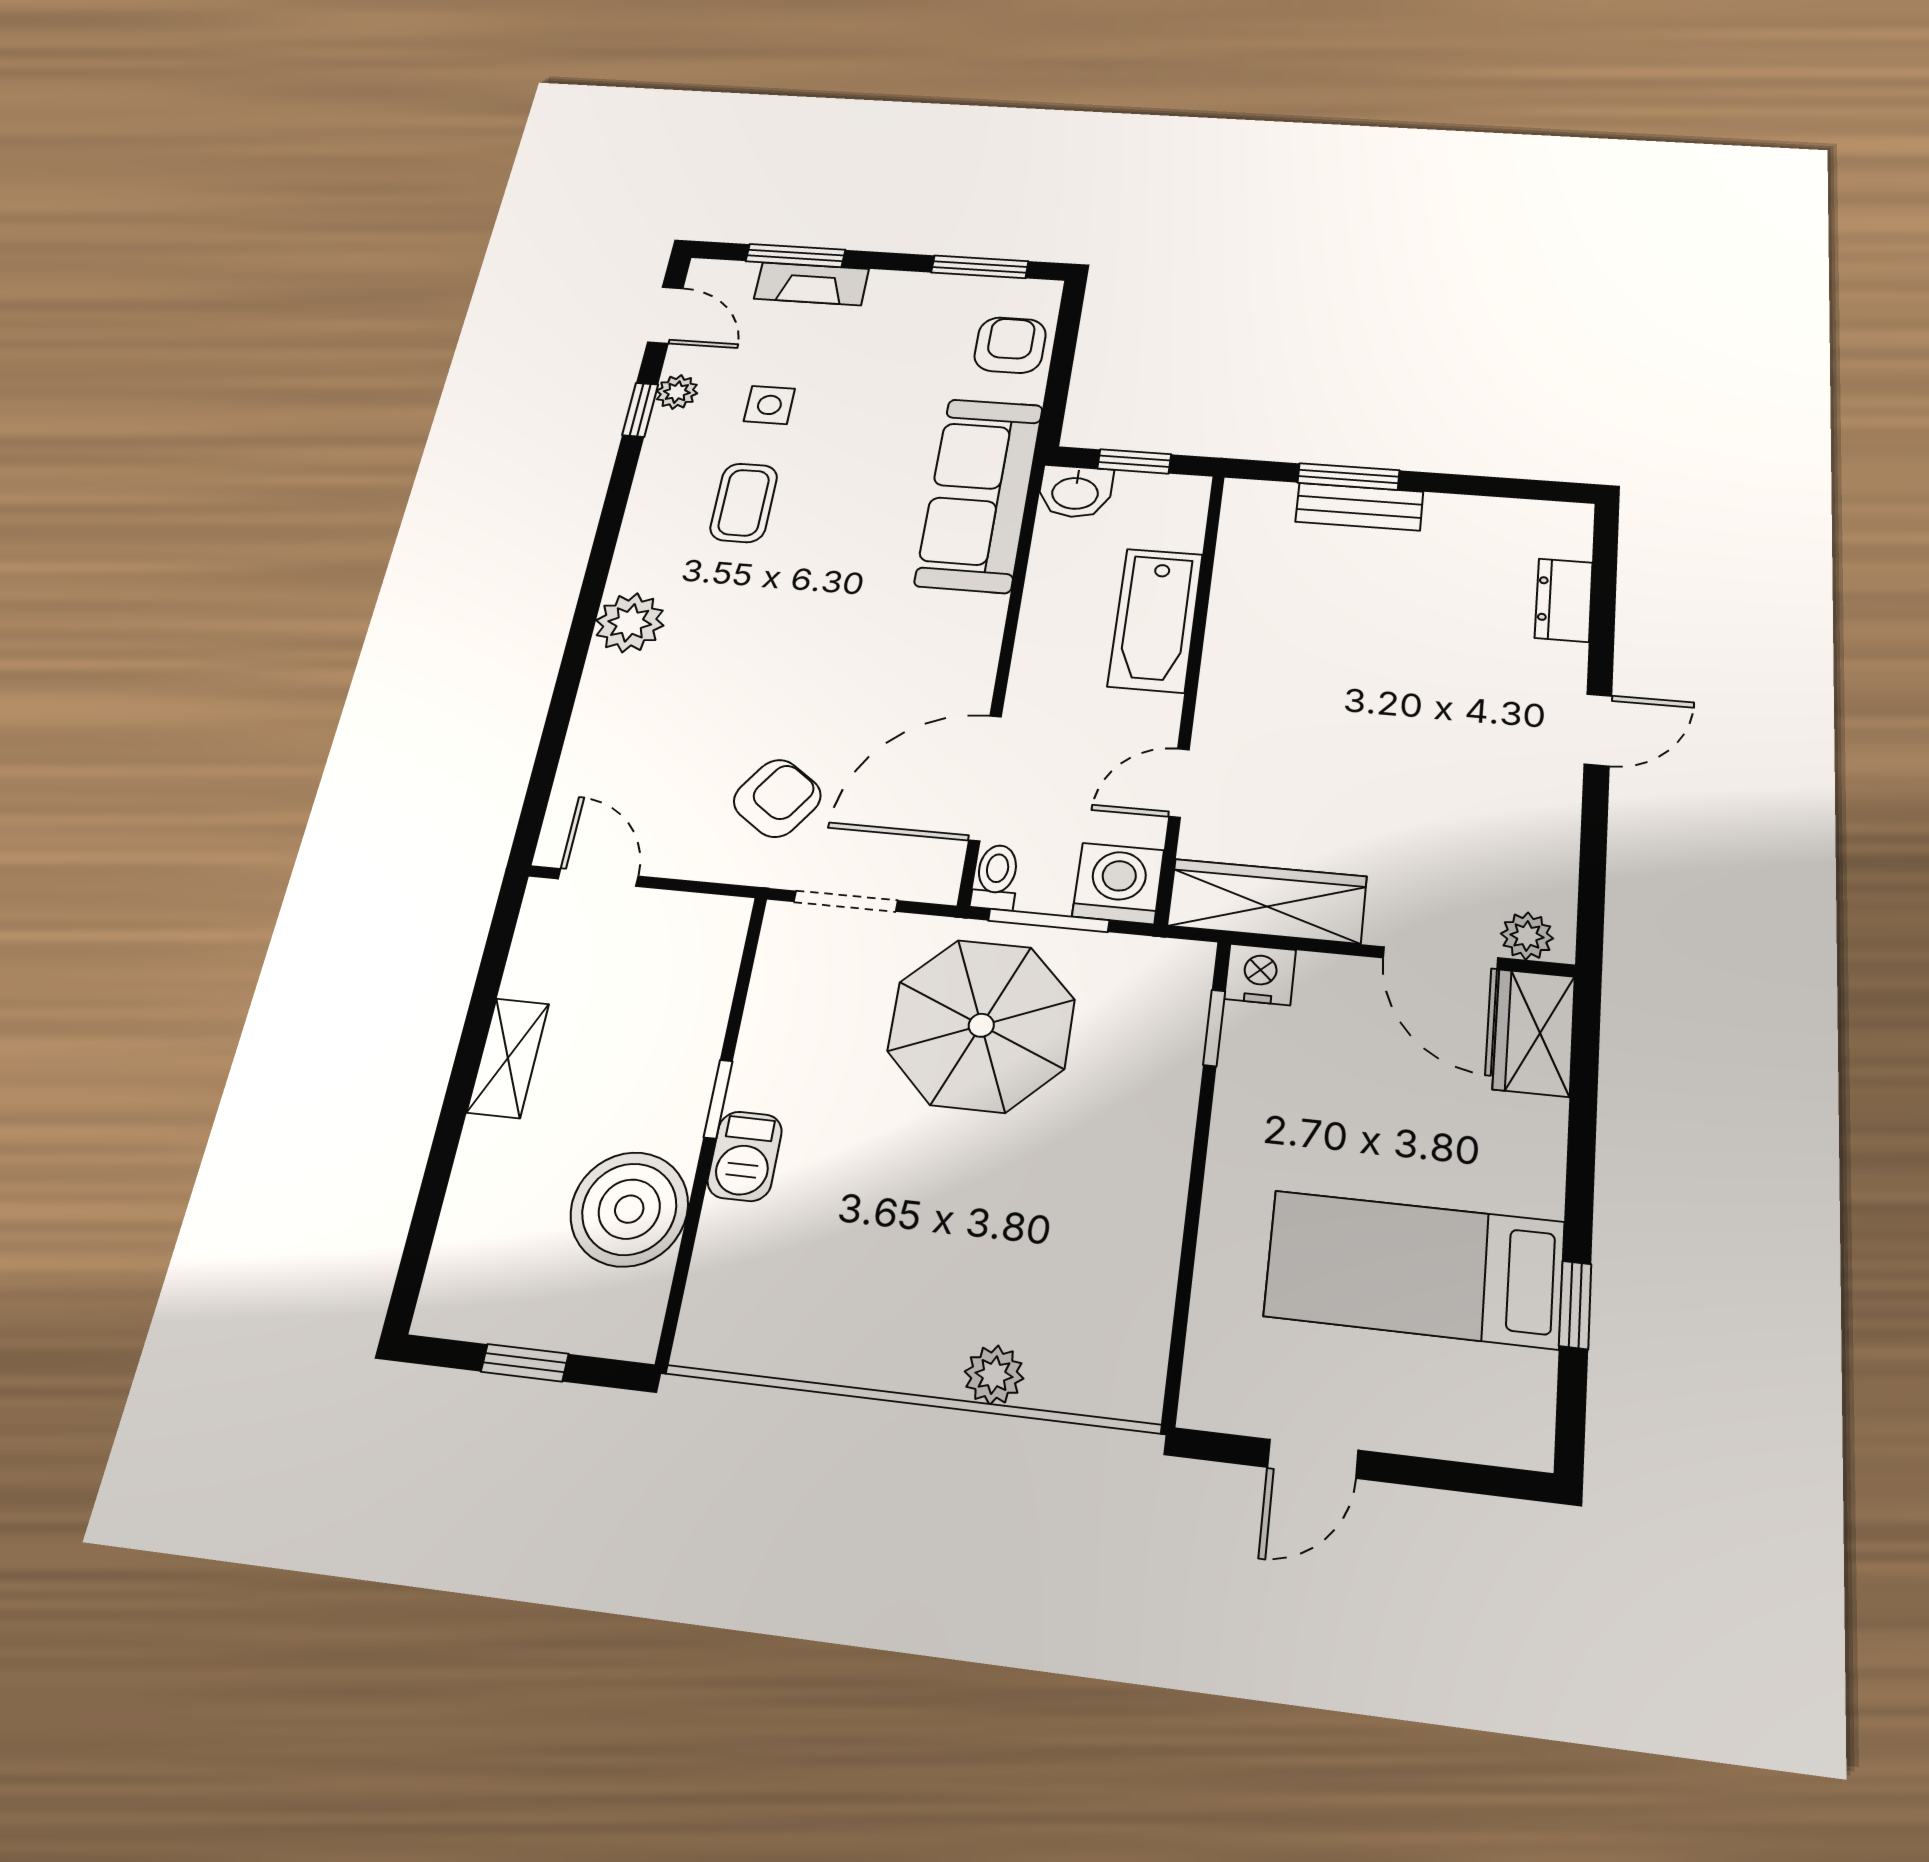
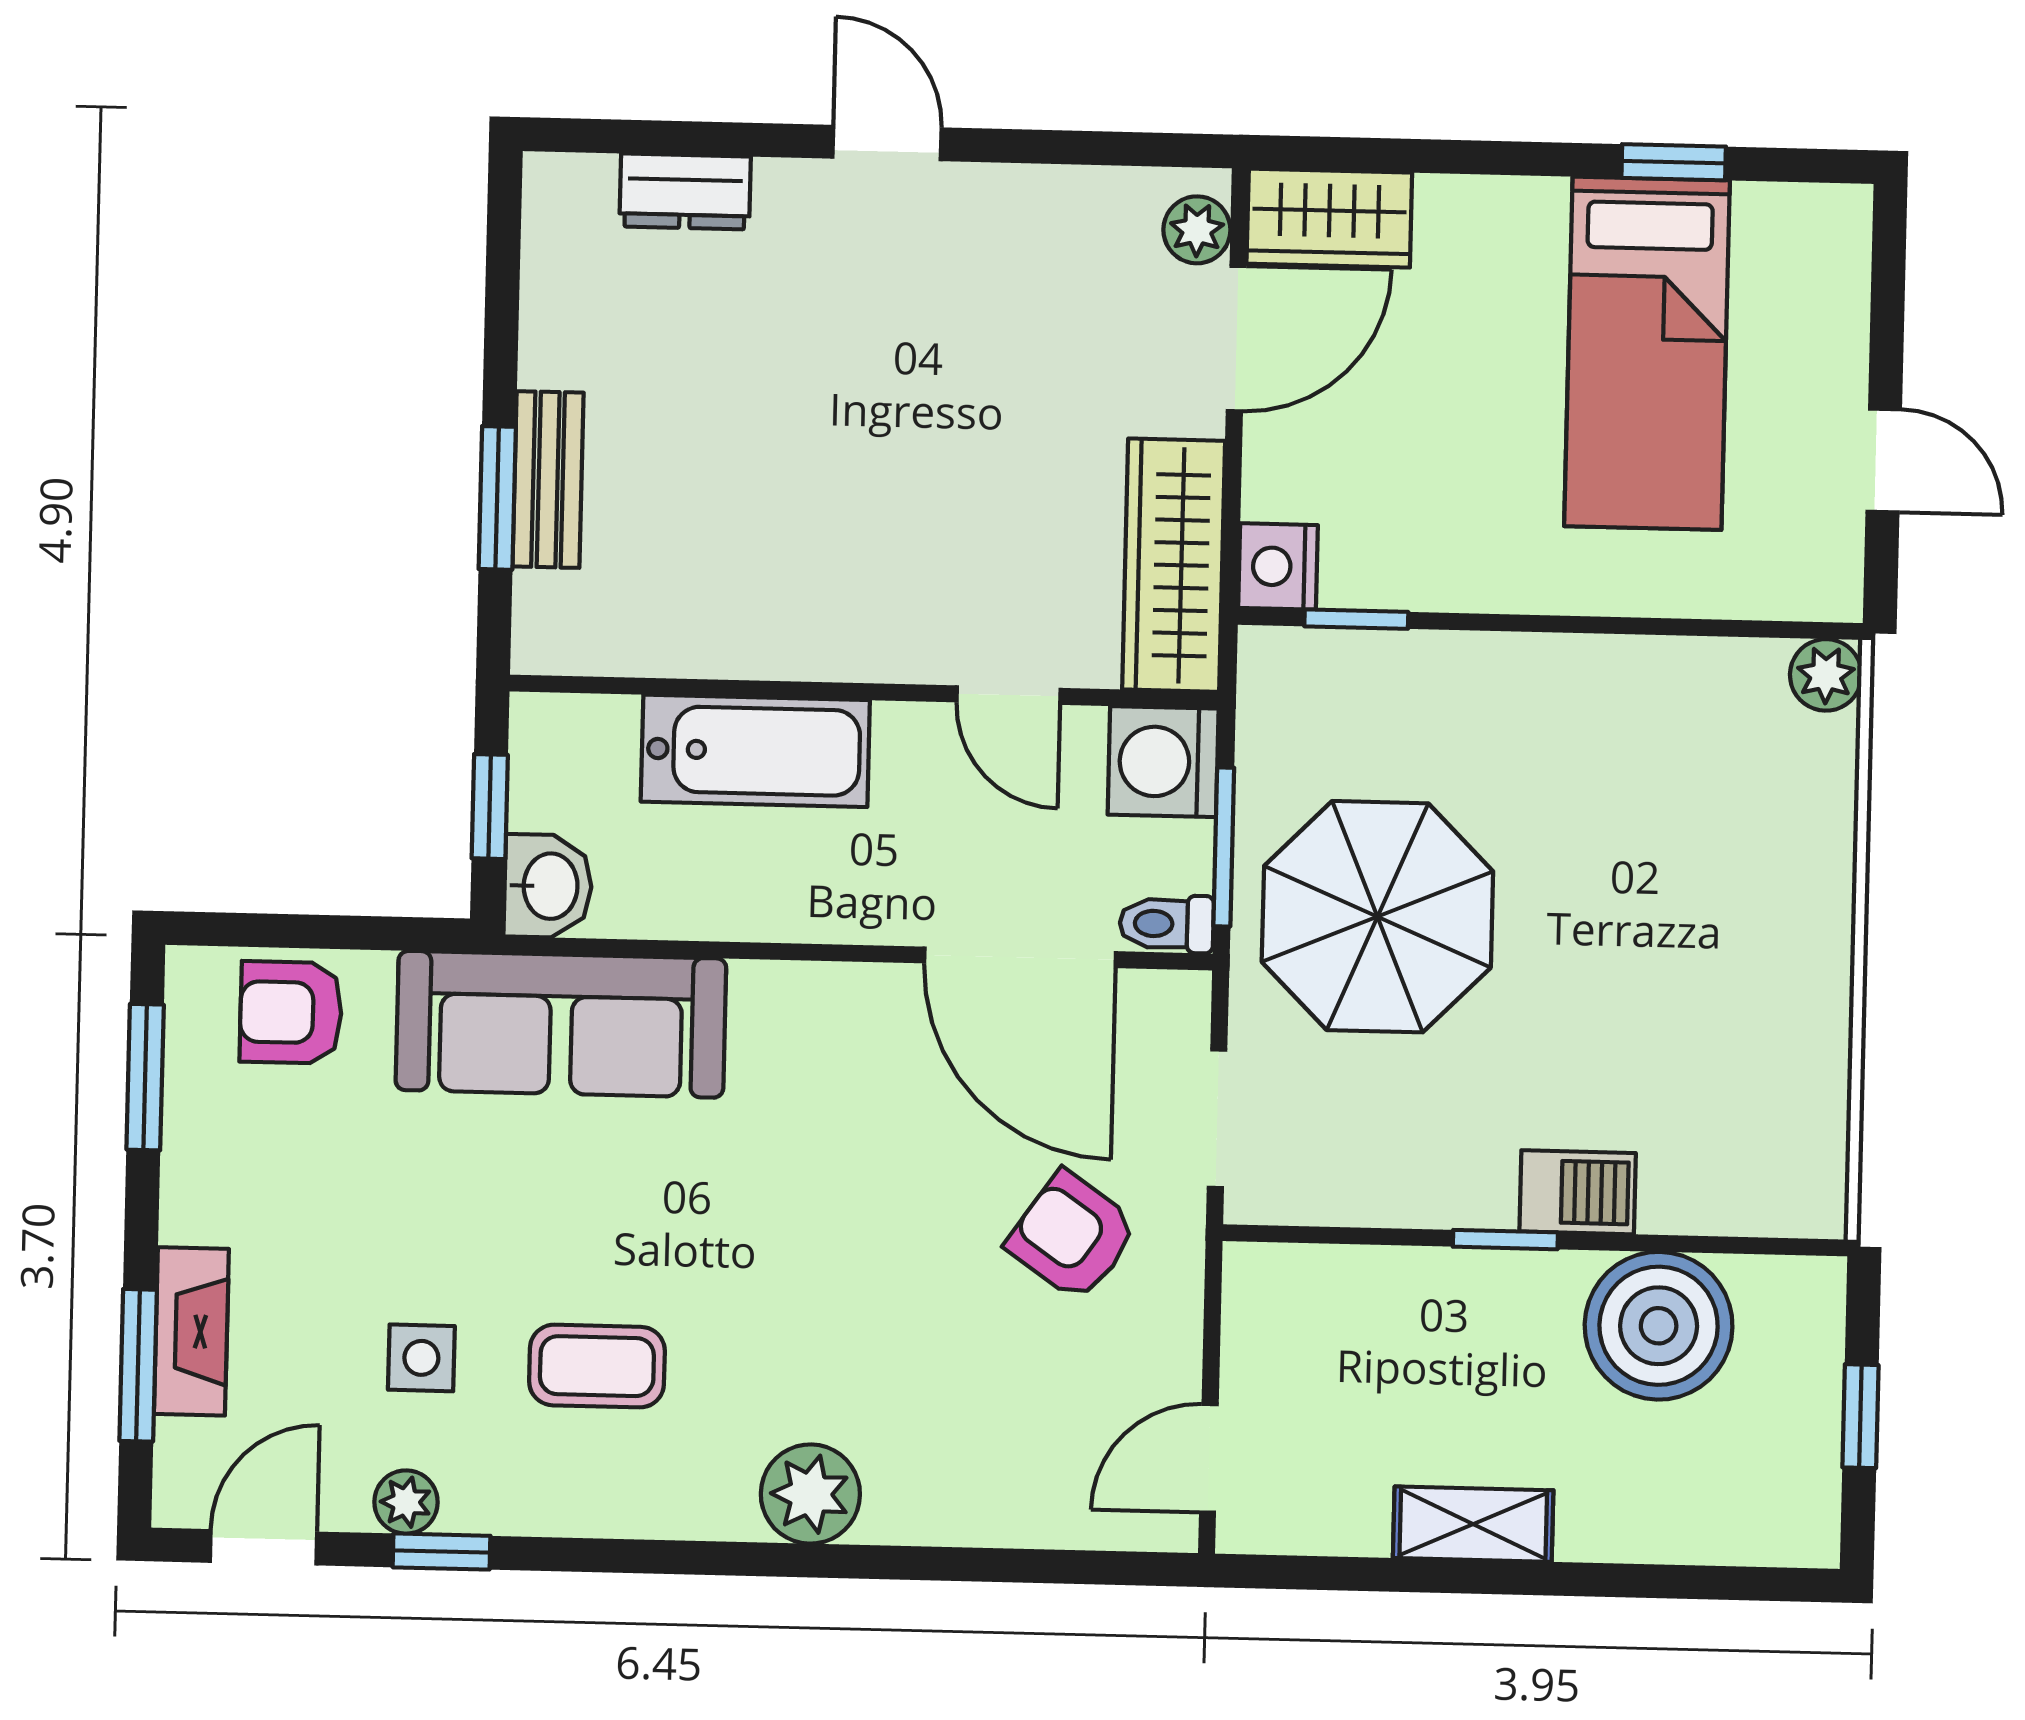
plant: (994, 1375) -> (1826, 675), moved

